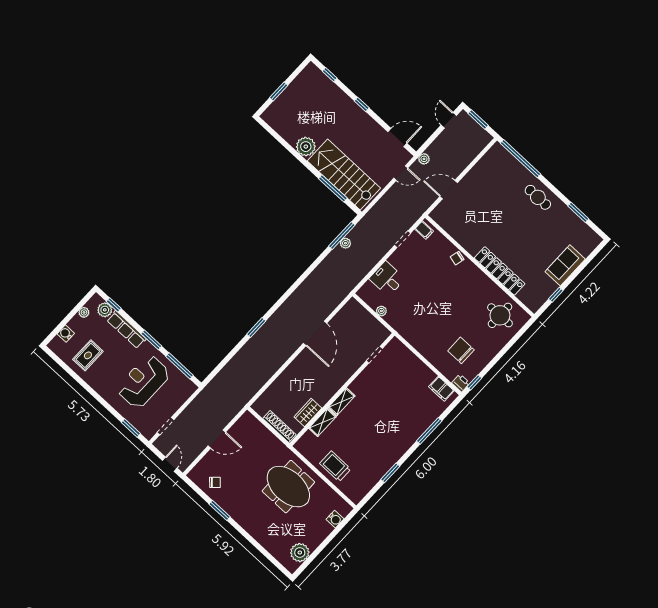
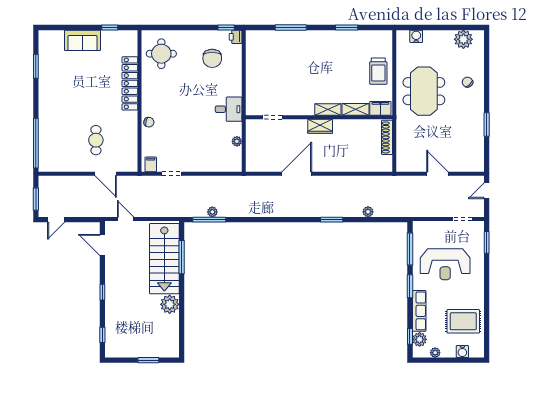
plant: (424, 159) -> (368, 212), moved
cafe table: (538, 197) -> (96, 140), moved
desk: (387, 279) -> (229, 109), moved, turned -90
rug: (88, 355) -> (463, 321), width x1.36, depth x1.43
filing cabinet: (441, 389) -> (380, 108), moved, turned -90
wardrobe: (308, 412) -> (320, 126), moved
chair: (215, 482) -> (468, 82), moved

